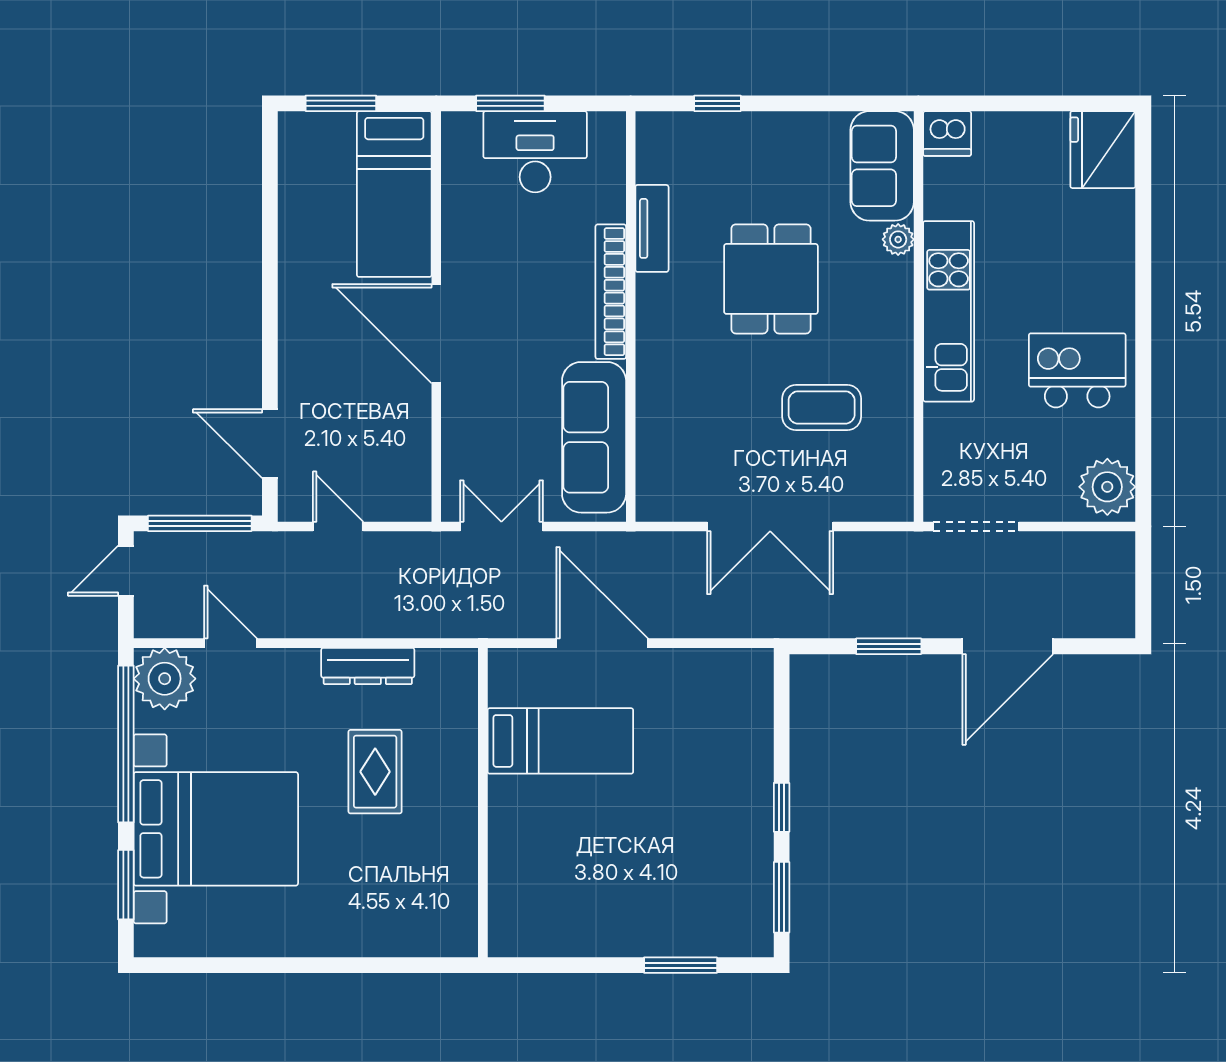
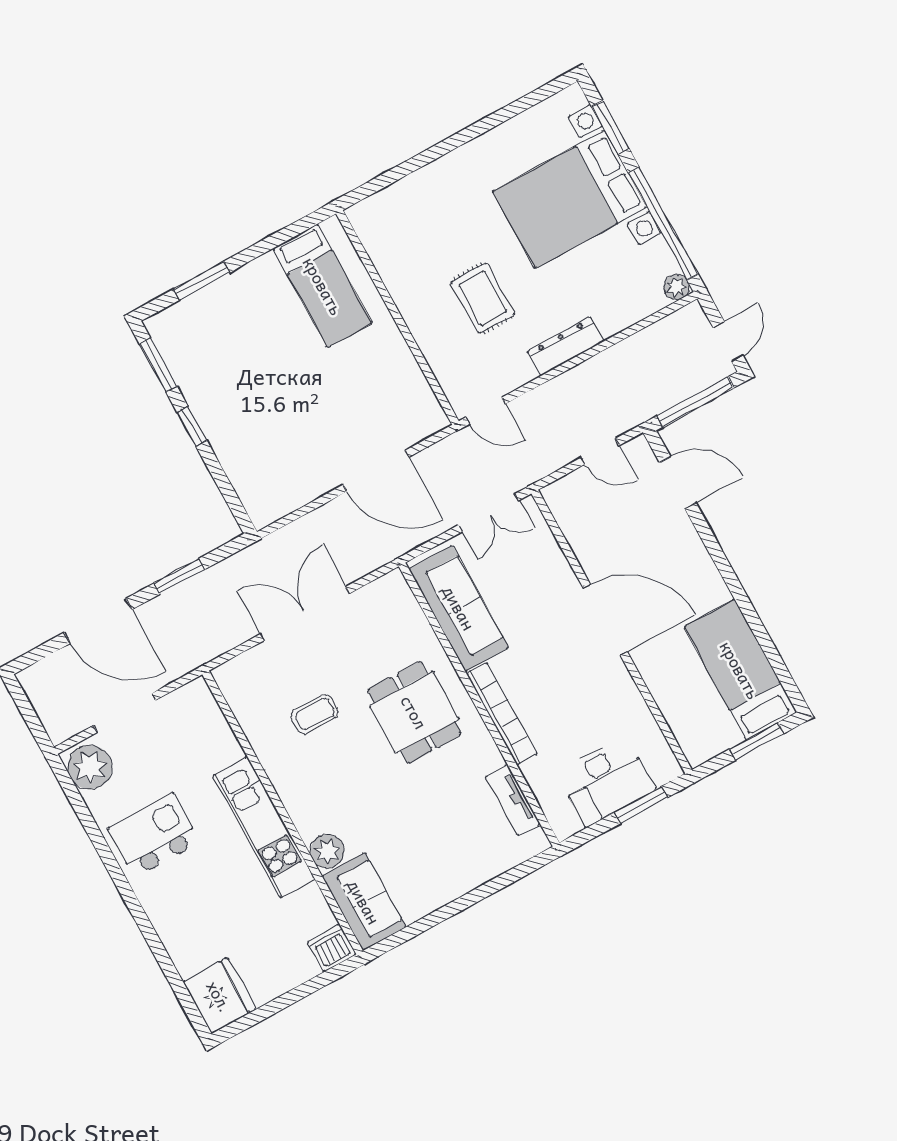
window: (718, 103) -> (500, 883), removed
bed: (394, 194) -> (740, 670), moved
tv unit: (652, 228) -> (513, 800), moved
plant: (898, 239) -> (327, 851), width x1.38, depth x1.38
dining table: (771, 279) -> (414, 712), moved
kitchen island: (1077, 370) -> (154, 835), turned 180
coffee table: (822, 407) -> (315, 714), width x0.73, depth x0.77
doorway: (976, 526) -> (125, 713), moved
door: (230, 643) -> (486, 411), moved
door: (1008, 646) -> (98, 621), swing flipped
dresser: (368, 666) -> (566, 346), moved
plant: (165, 679) -> (676, 287), width x0.53, depth x0.53
bed: (560, 741) -> (323, 286), moved, turned -90

